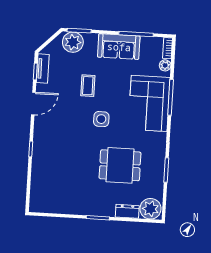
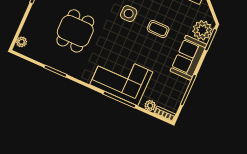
sofa: (119, 47) -> (188, 58), moved
side table: (101, 119) -> (129, 14), moved
plant: (150, 209) -> (22, 42), width x0.53, depth x0.53
dresser: (127, 211) -> (31, 22), removed

